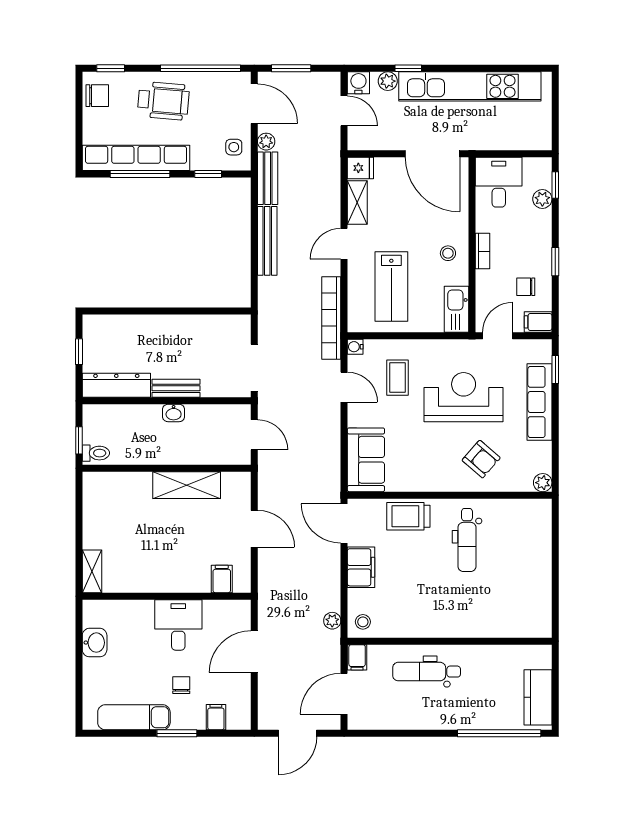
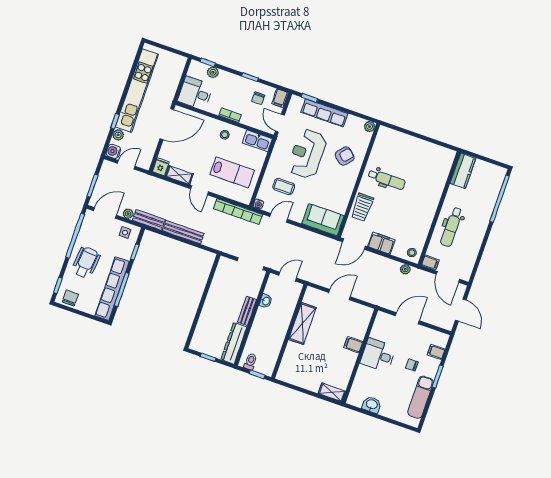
washbasin: (174, 413) -> (266, 301), moved
toilet: (96, 453) -> (250, 362), moved
filing cabinet: (222, 579) -> (353, 345), moved
door: (254, 652) -> (407, 318), swing flipped
kitchen counter: (538, 697) -> (463, 171), moved, turned -90

